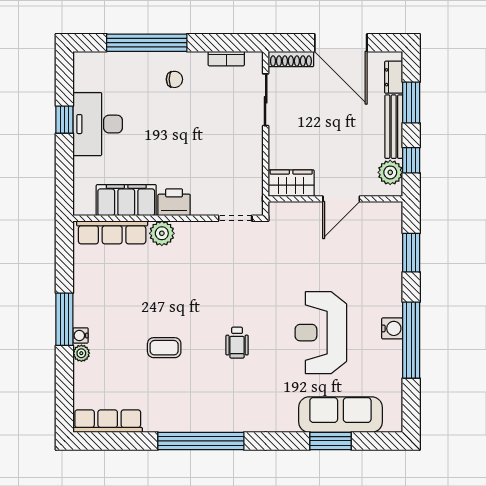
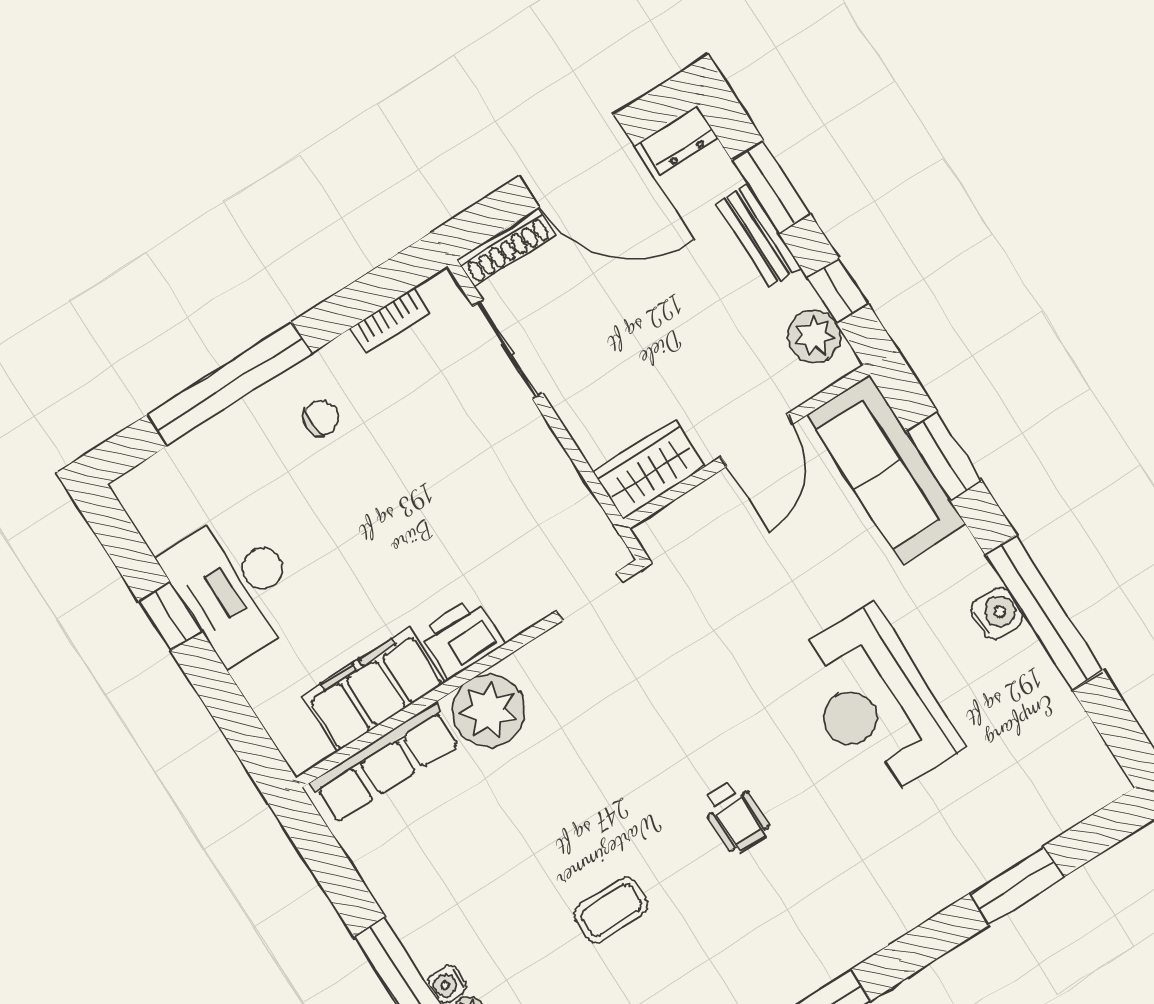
dresser: (394, 77) -> (679, 140), moved, turned -90
bench: (394, 127) -> (758, 235), width x0.73
plant: (162, 233) -> (489, 711), width x1.36, depth x1.36
sofa: (340, 415) -> (886, 470), moved, turned -90

